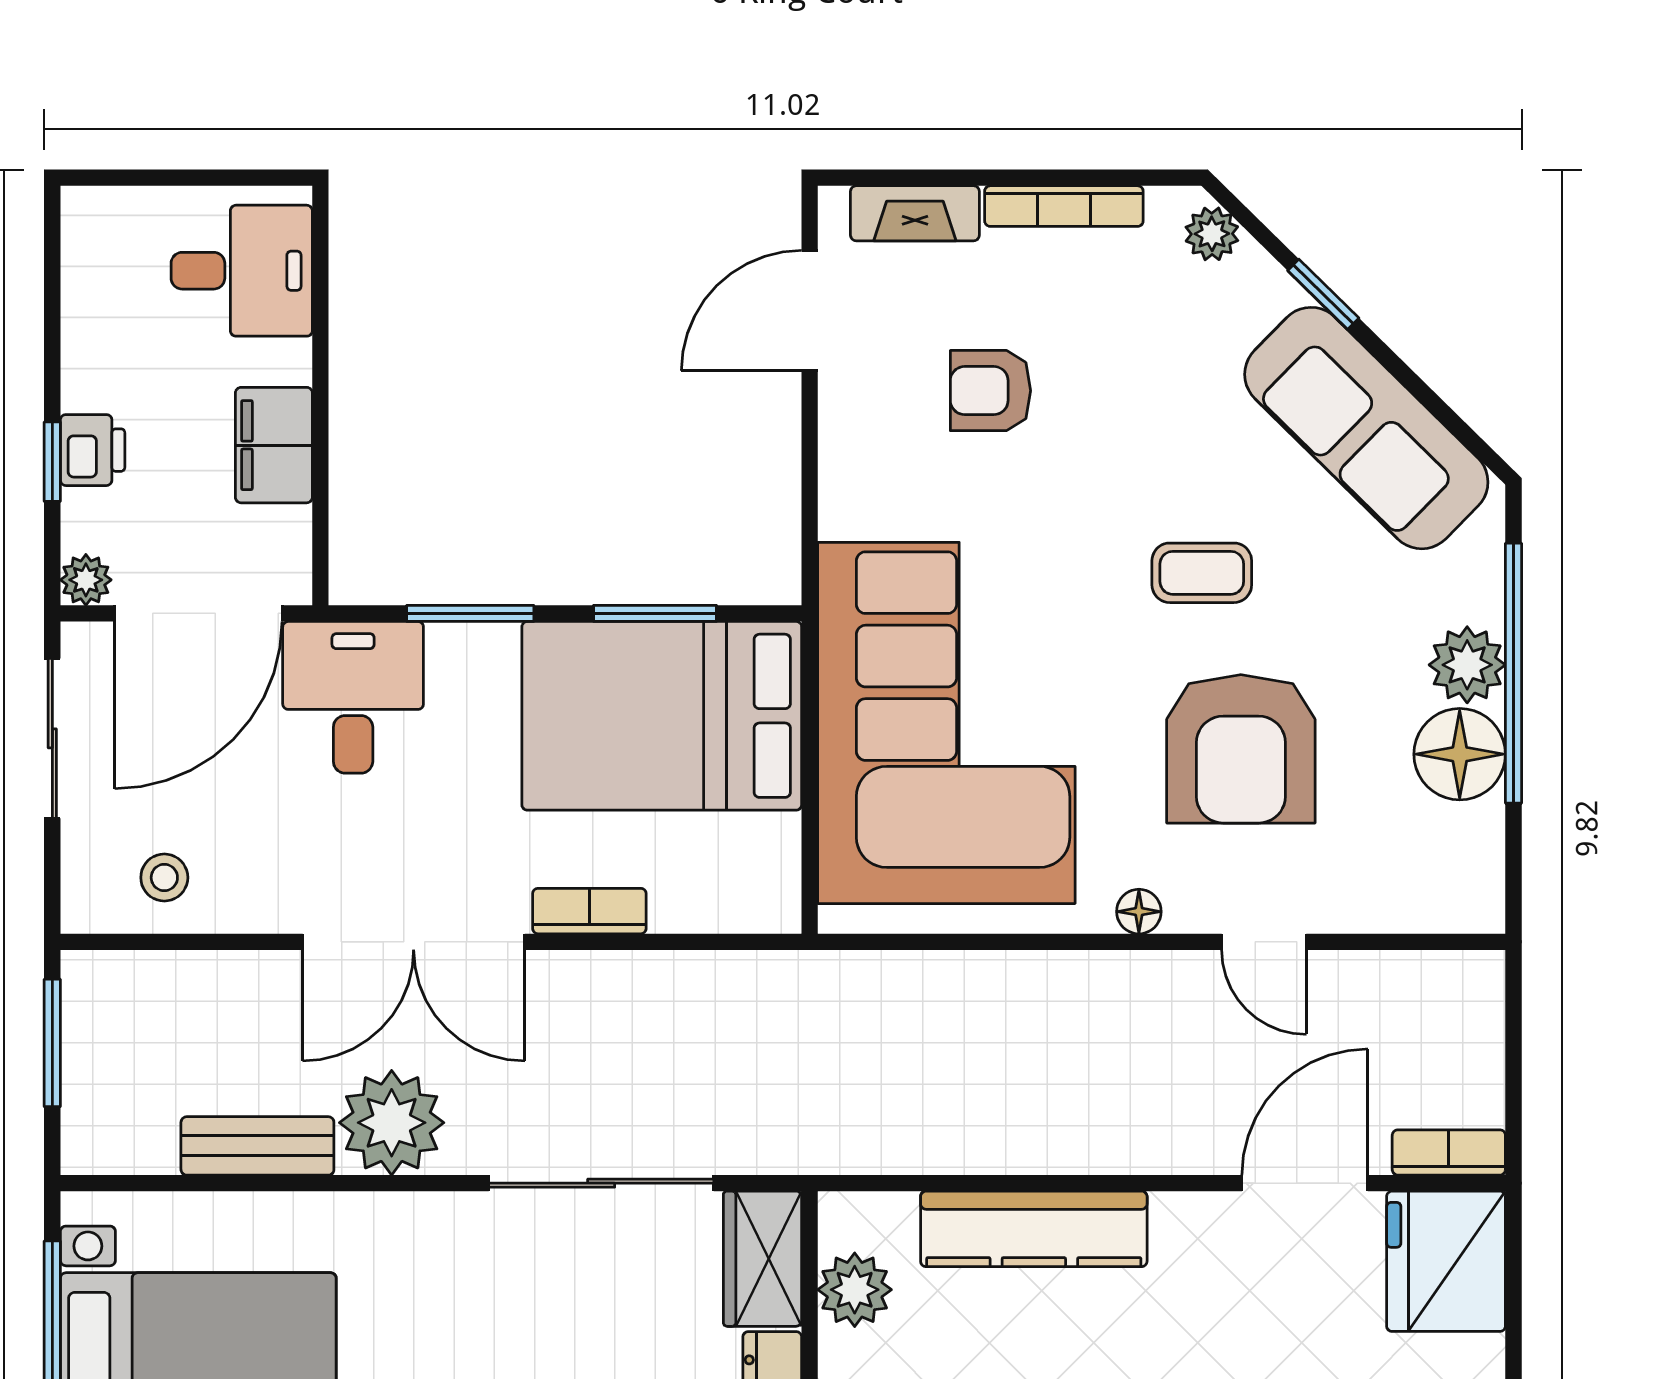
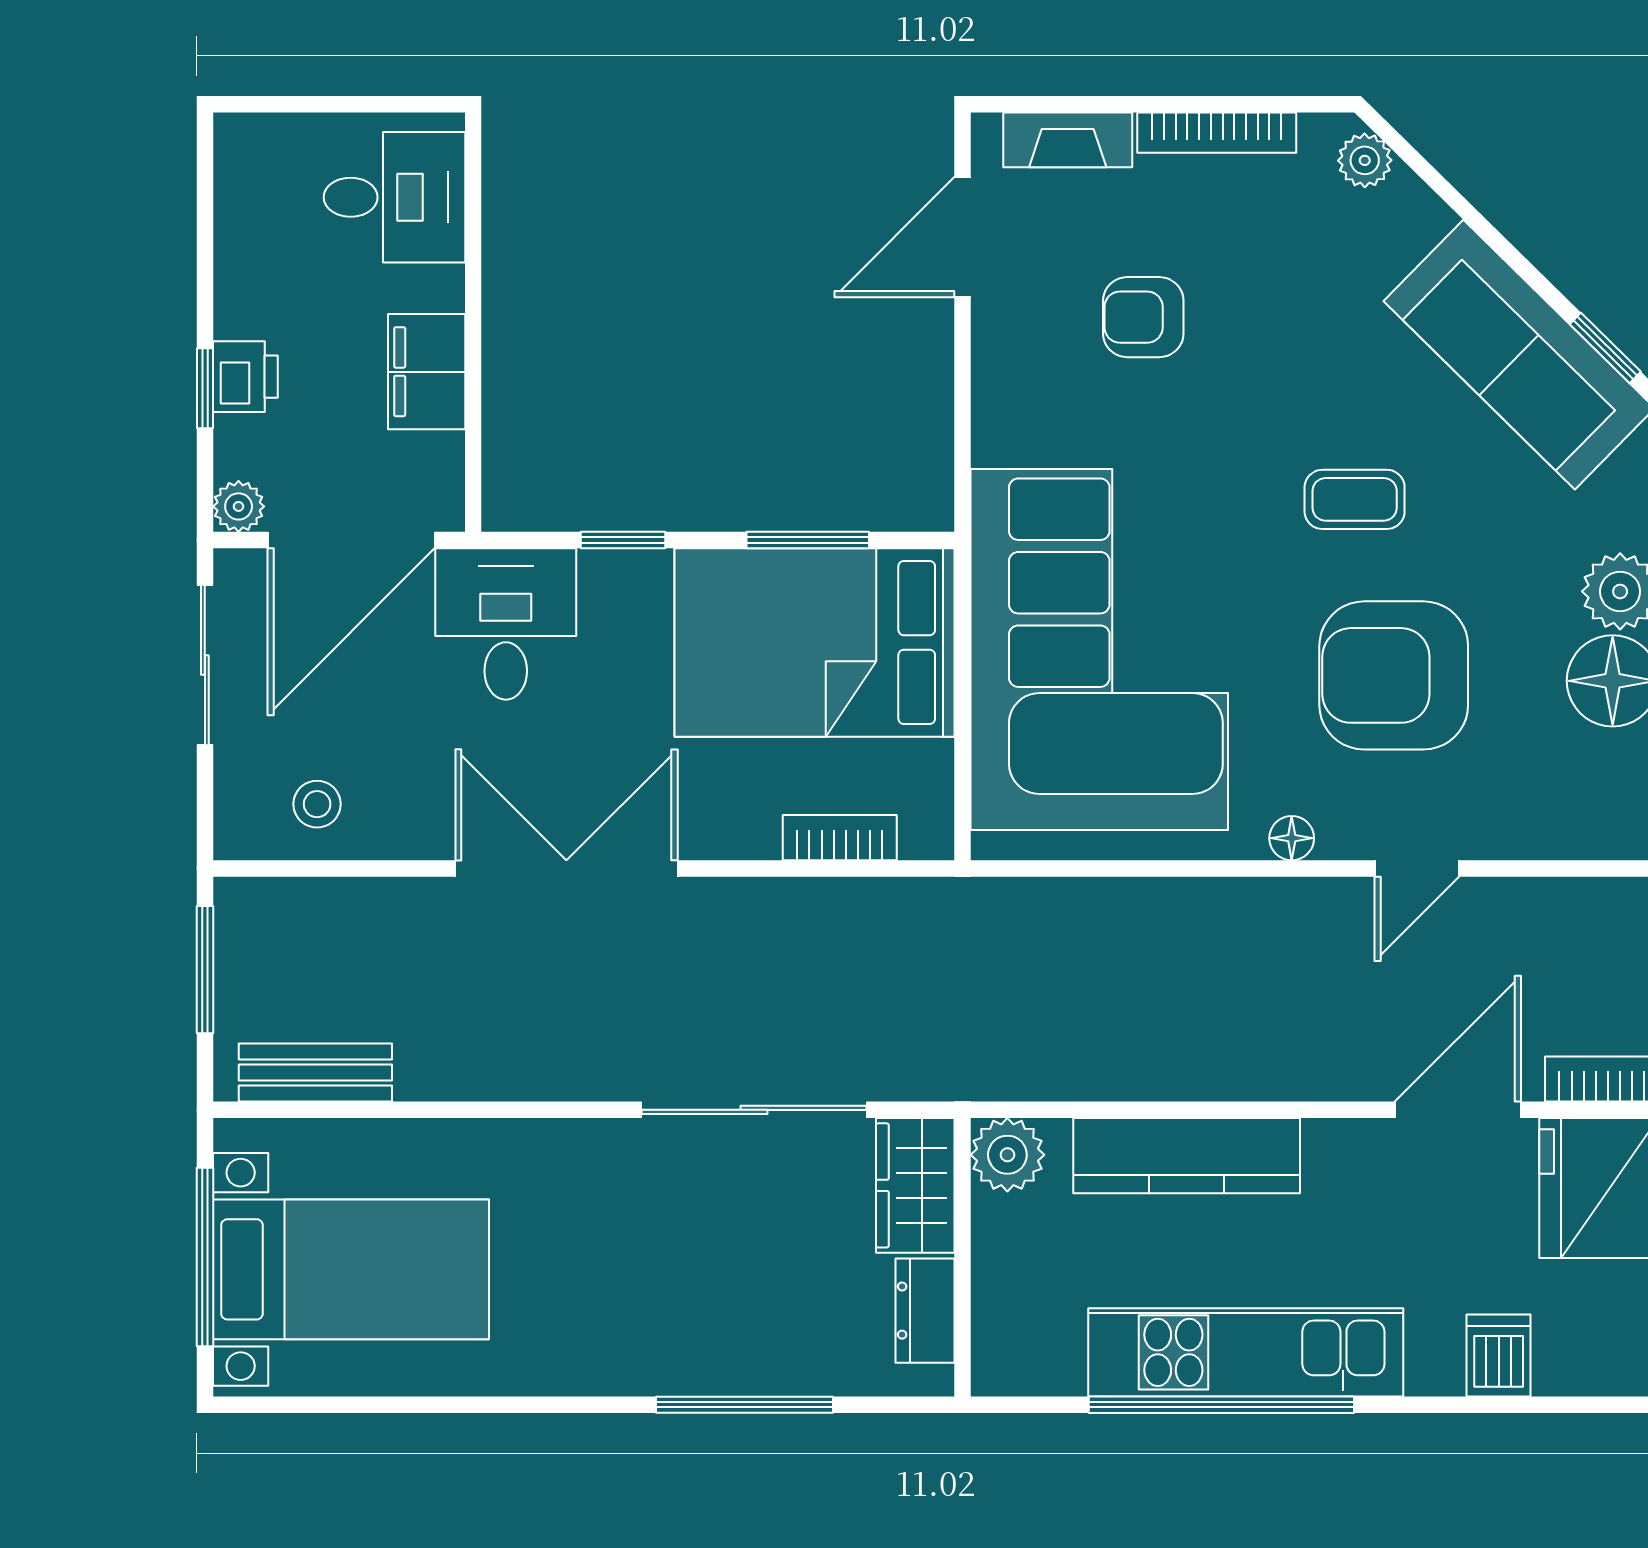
window: (1323, 294) -> (1605, 348), moved
window: (470, 613) -> (623, 540), width x0.67
armchair: (1241, 749) -> (1394, 675), turned 90
bookcase: (589, 911) -> (840, 838), moved
double door: (414, 942) -> (566, 868), swing flipped
door: (1264, 942) -> (1417, 868), hinge flipped
plant: (392, 1123) -> (544, 1049), removed
bench: (257, 1146) -> (315, 1073), moved
plant: (855, 1290) -> (1007, 1155), moved

